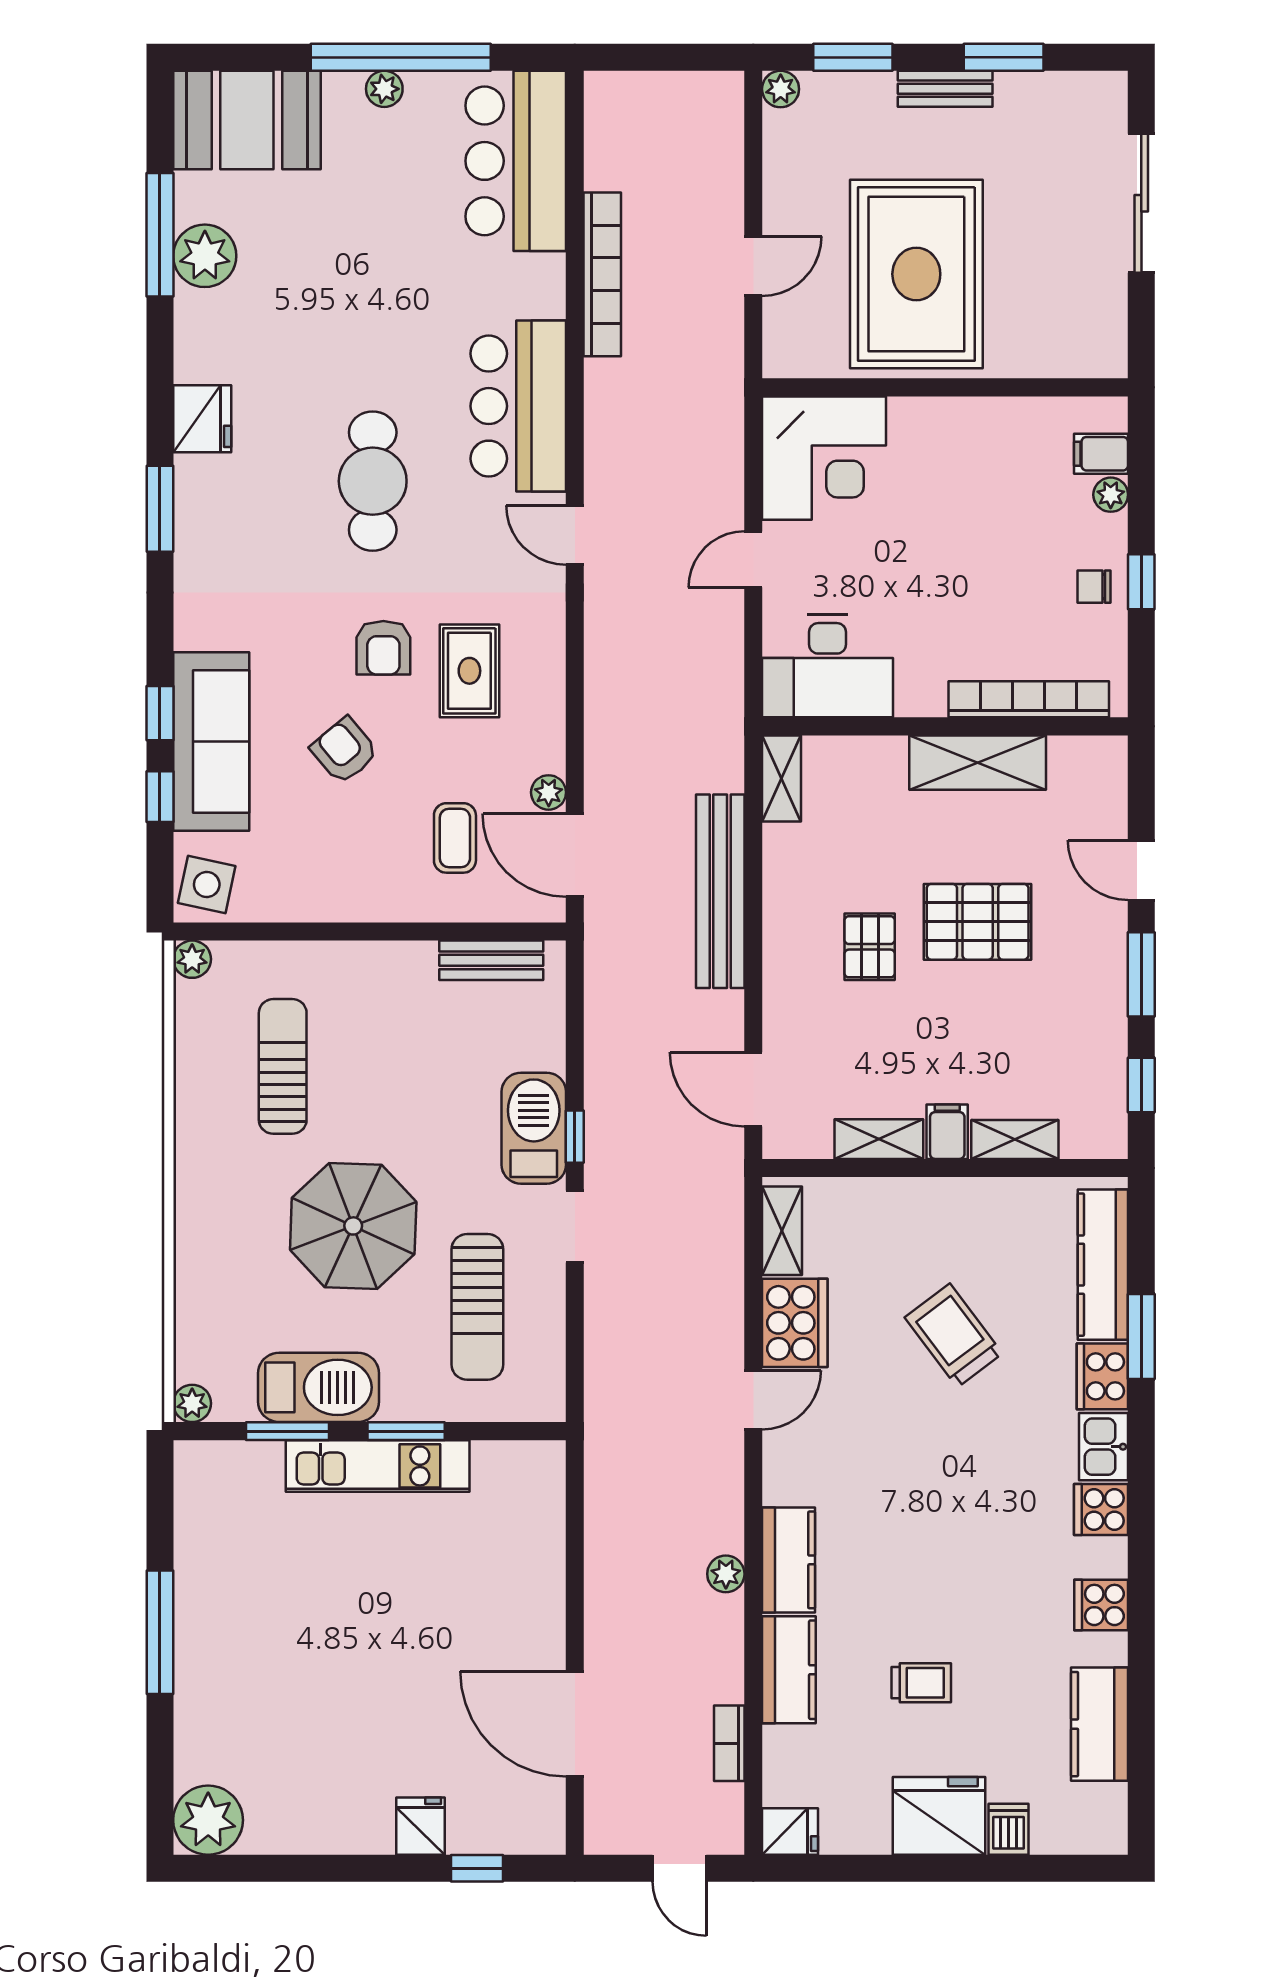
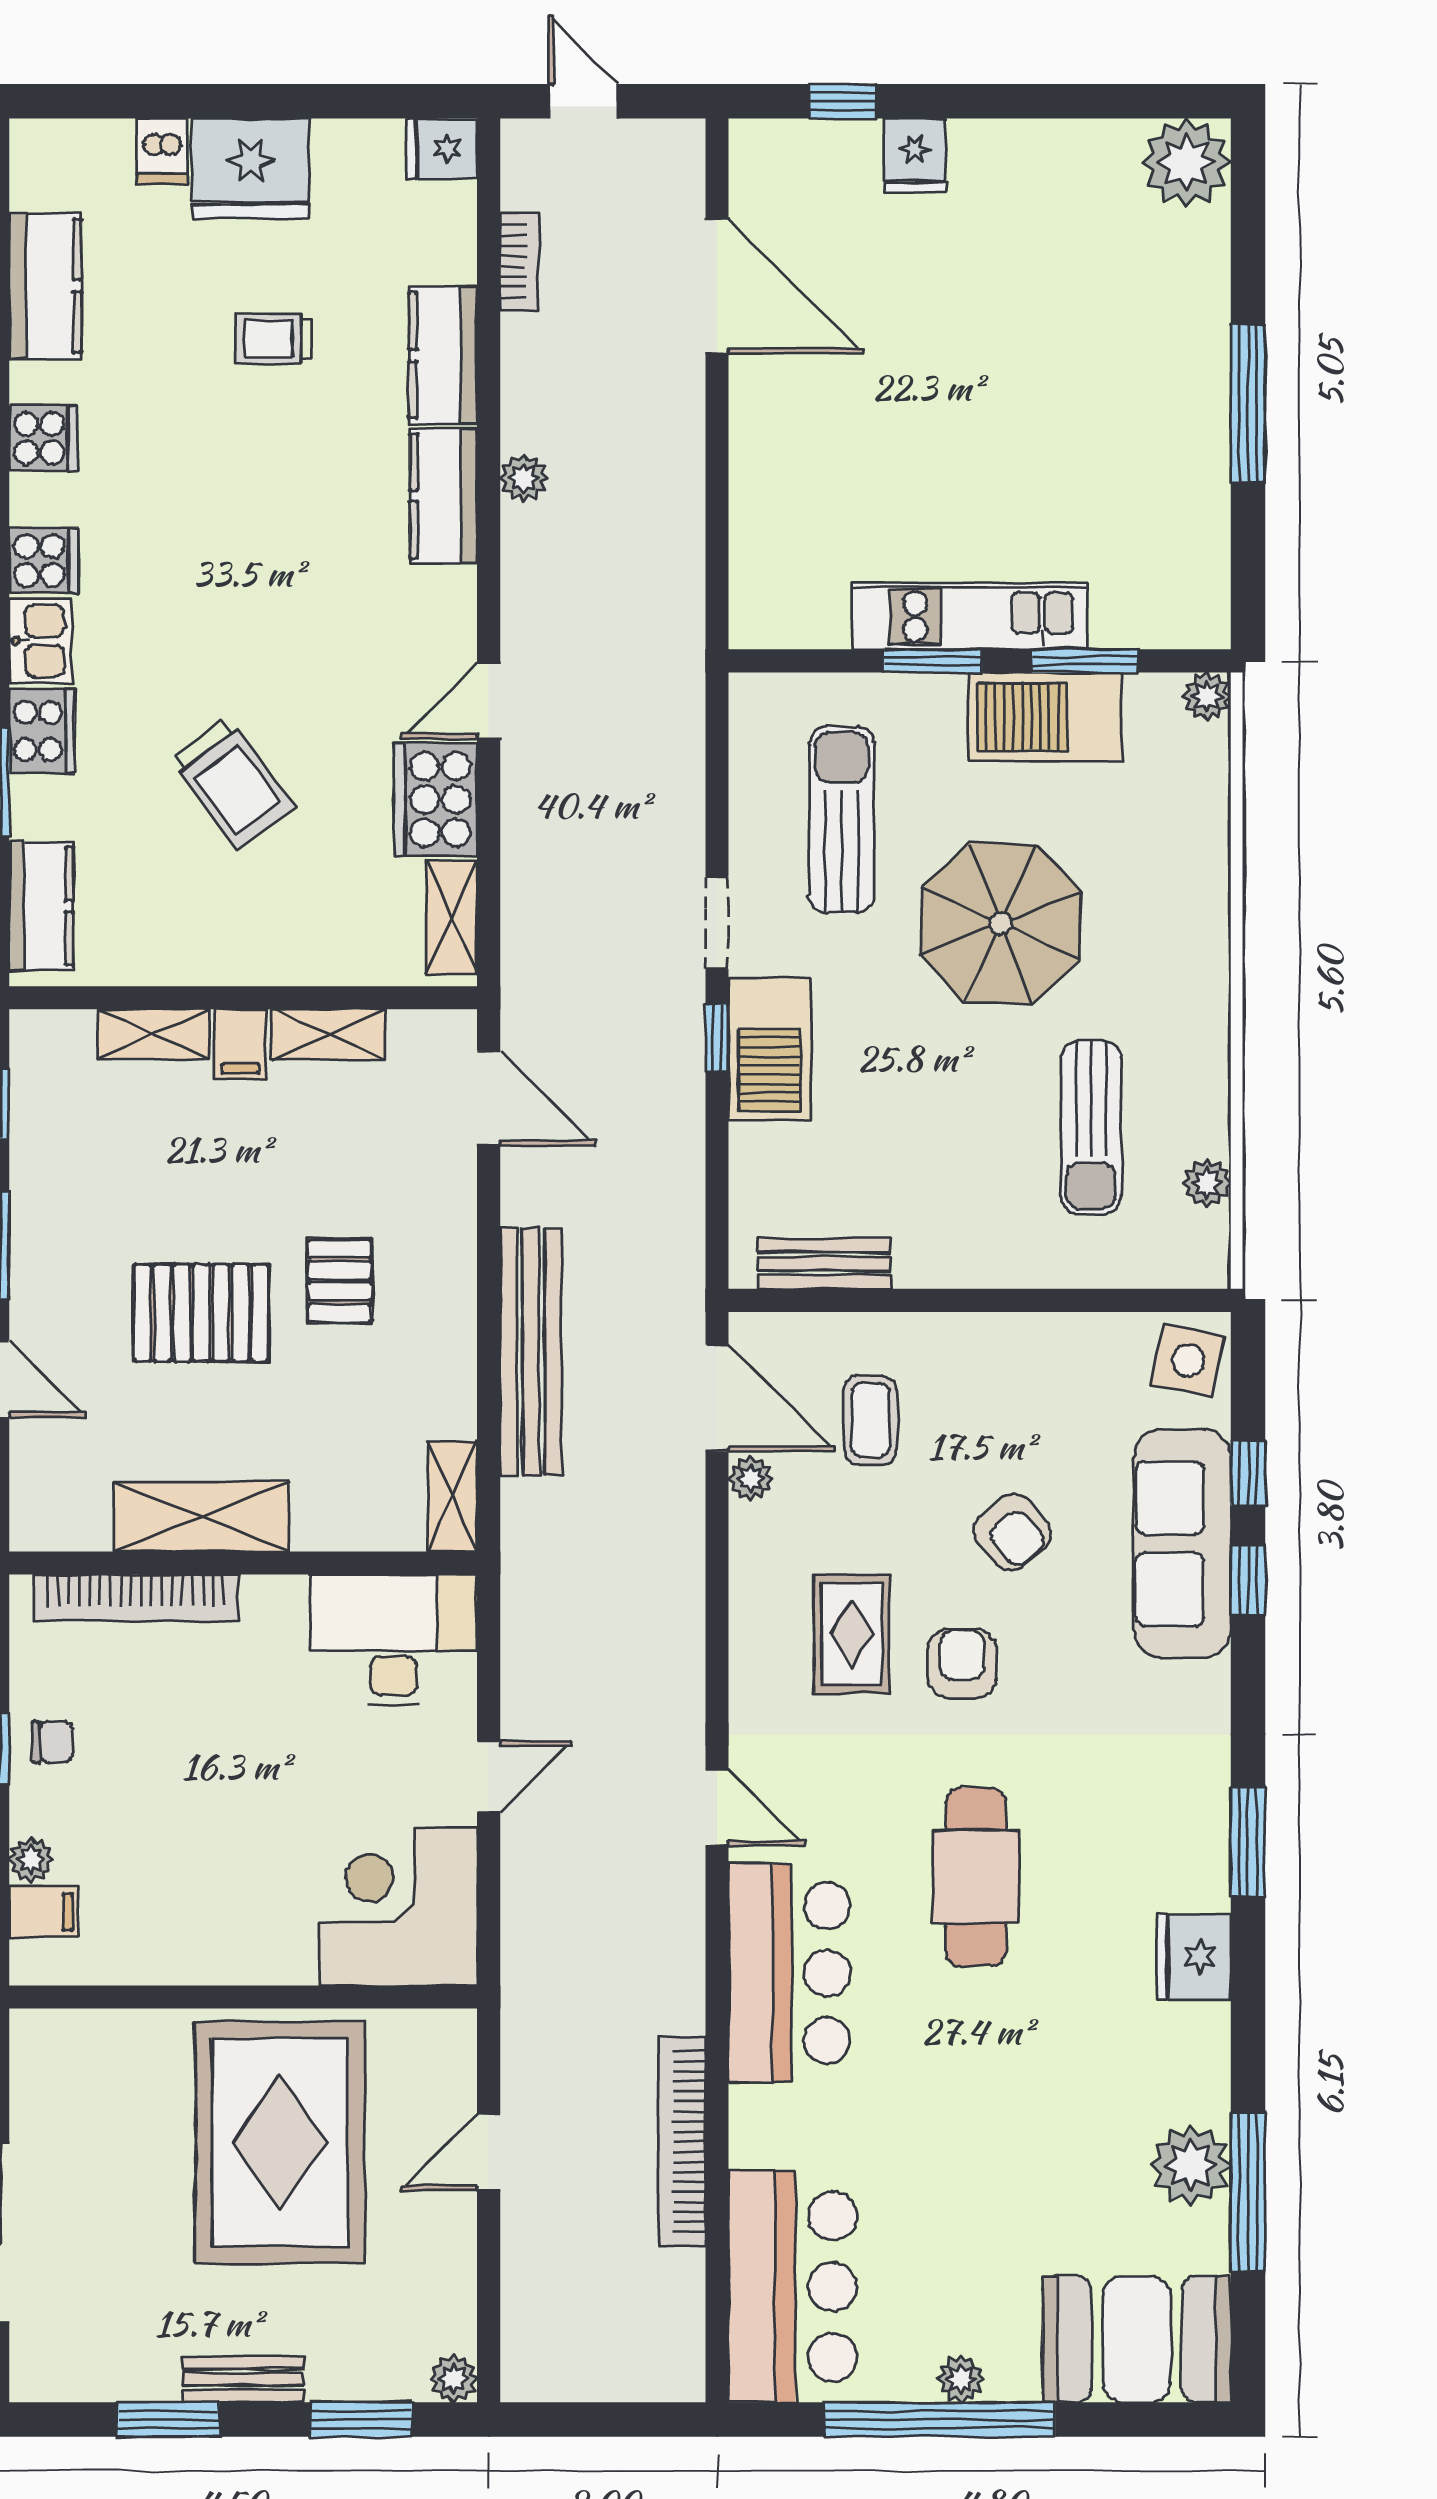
plant: (192, 959) -> (1207, 1183), moved
kitchen counter: (1103, 1265) -> (41, 906), width x0.67

